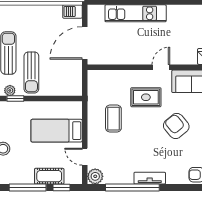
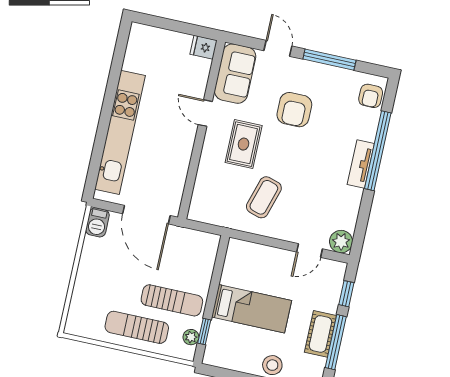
kitchen unit: (136, 13) -> (120, 132), width x1.36
coffee table: (113, 119) -> (264, 197), turned -73
armchair: (176, 126) -> (294, 110), turned -50
bed: (57, 131) -> (252, 309), moved, turned -90
cot: (49, 176) -> (320, 334), moved
window: (132, 188) -> (378, 151), moved

